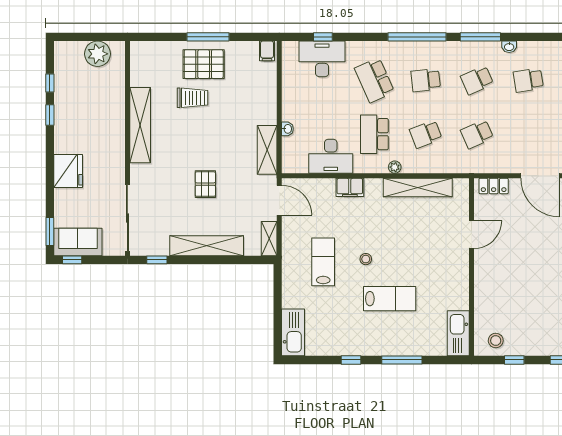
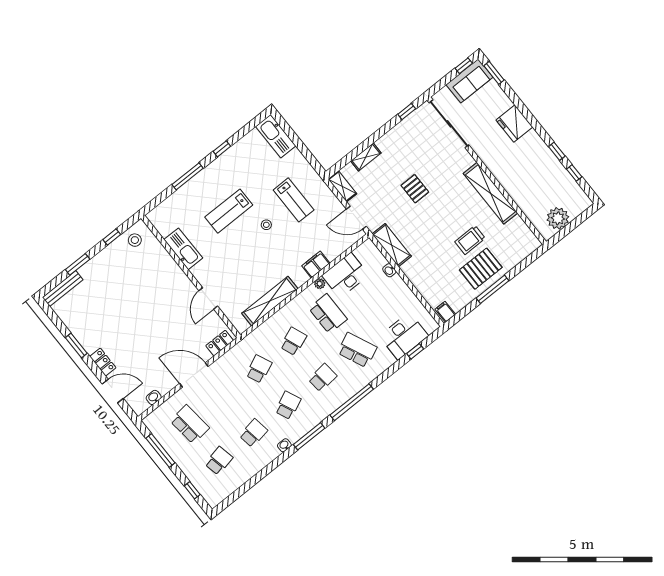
plant: (395, 167) -> (320, 284), moved
shelving: (207, 246) -> (366, 157), width x0.45, depth x0.75
kitchen sink: (458, 333) -> (183, 249), moved

